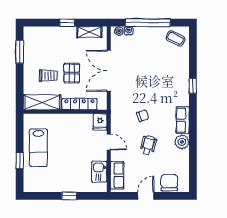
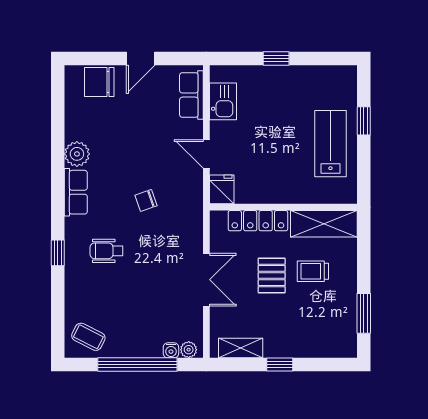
double door: (109, 71) -> (206, 280), width x0.73
wheelchair: (148, 145) -> (106, 251), moved, turned 75
chair: (169, 183) -> (99, 82), turned 90

